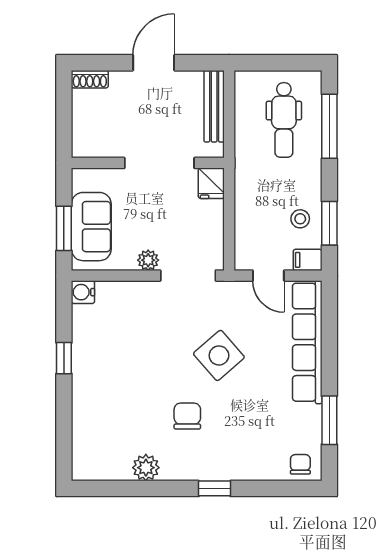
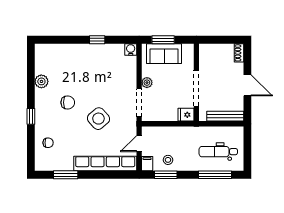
chair: (300, 464) -> (48, 143), moved

